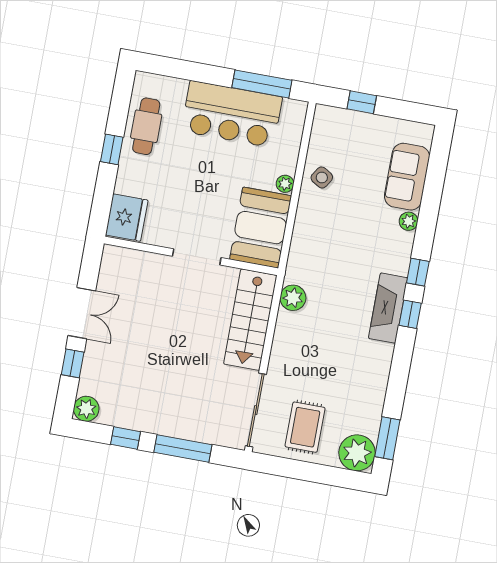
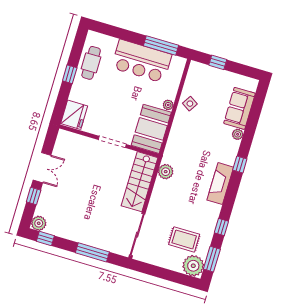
window: (410, 314) -> (221, 227), moved
rug: (305, 427) -> (184, 239), moved, turned 90
window: (125, 438) -> (45, 238), moved

